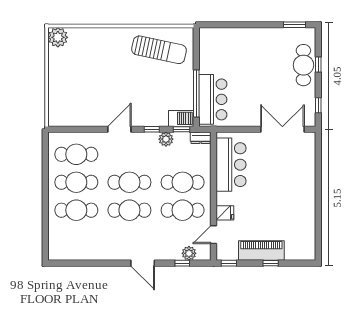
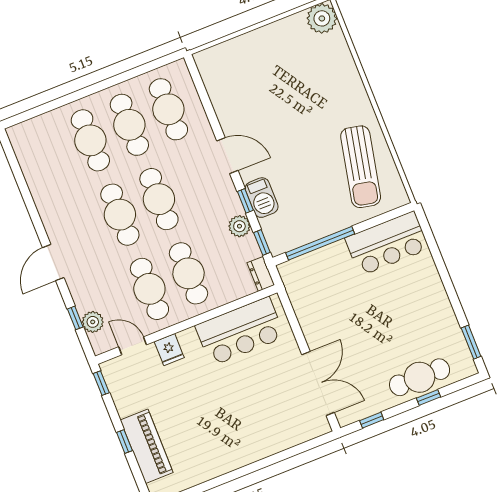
bar counter: (213, 99) -> (387, 243), moved
barbecue: (181, 118) -> (262, 198), moved
piano: (261, 251) -> (147, 446), moved

